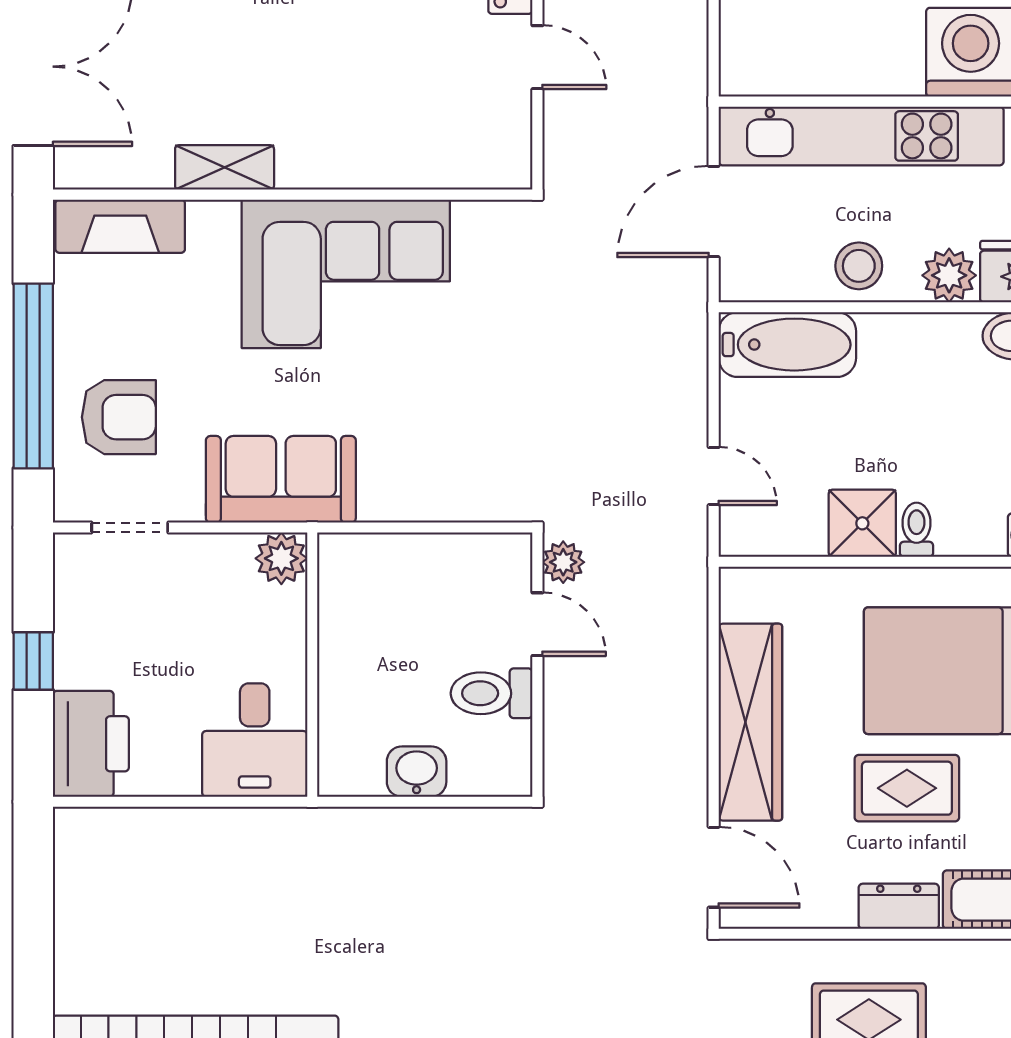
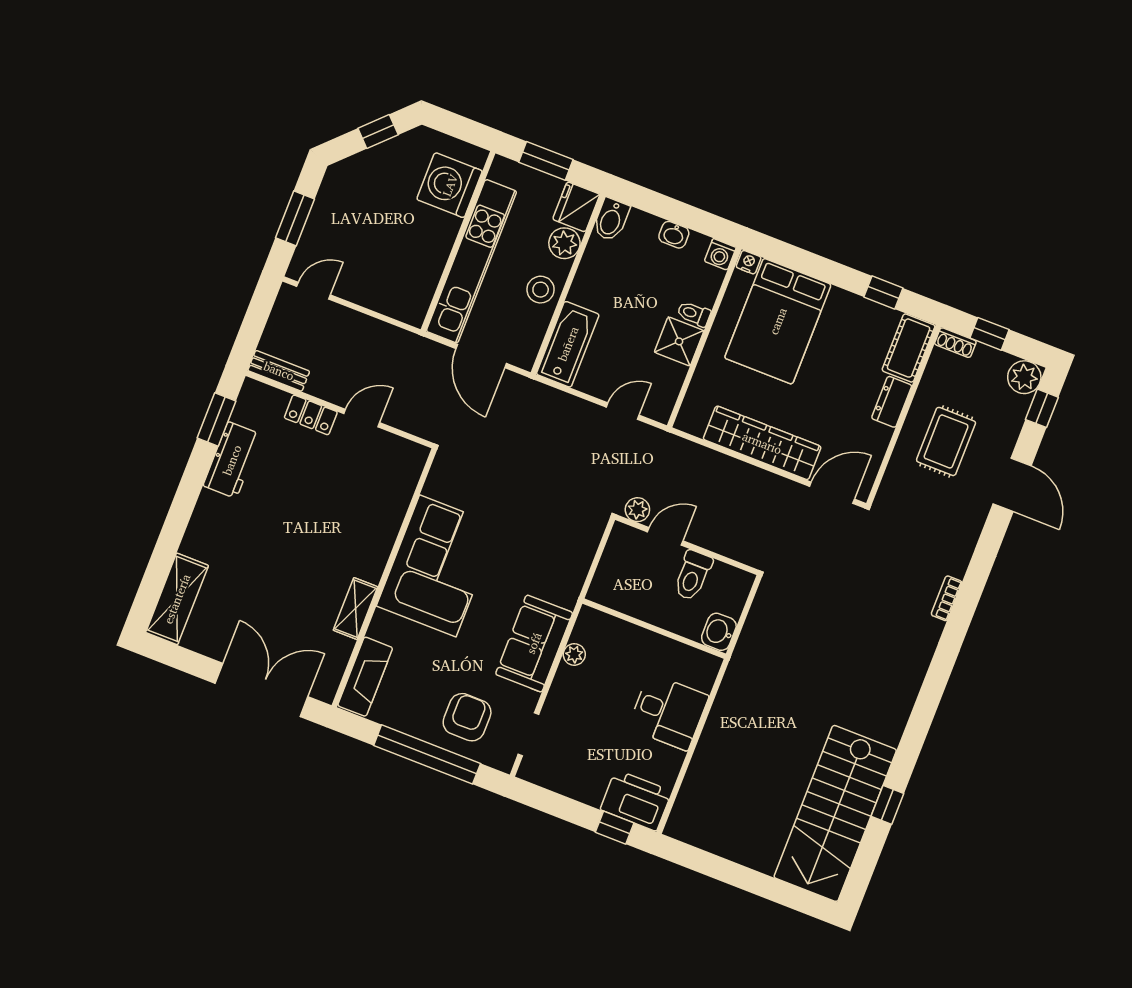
plant: (281, 558) -> (574, 654), width x0.73, depth x0.73
window: (33, 661) -> (615, 828), moved
wall: (312, 665) -> (654, 629), moved
rug: (907, 788) -> (830, 373), removed

